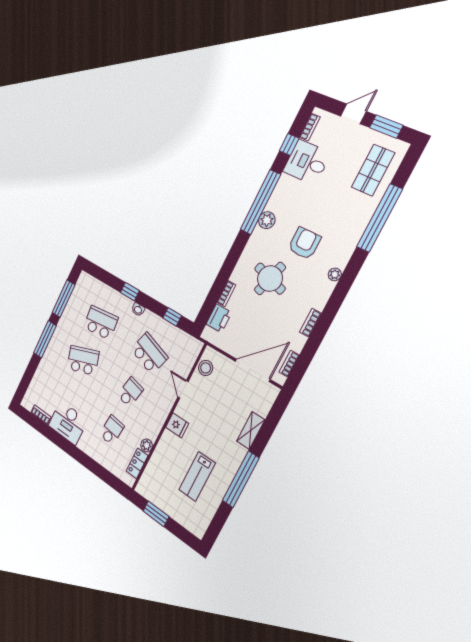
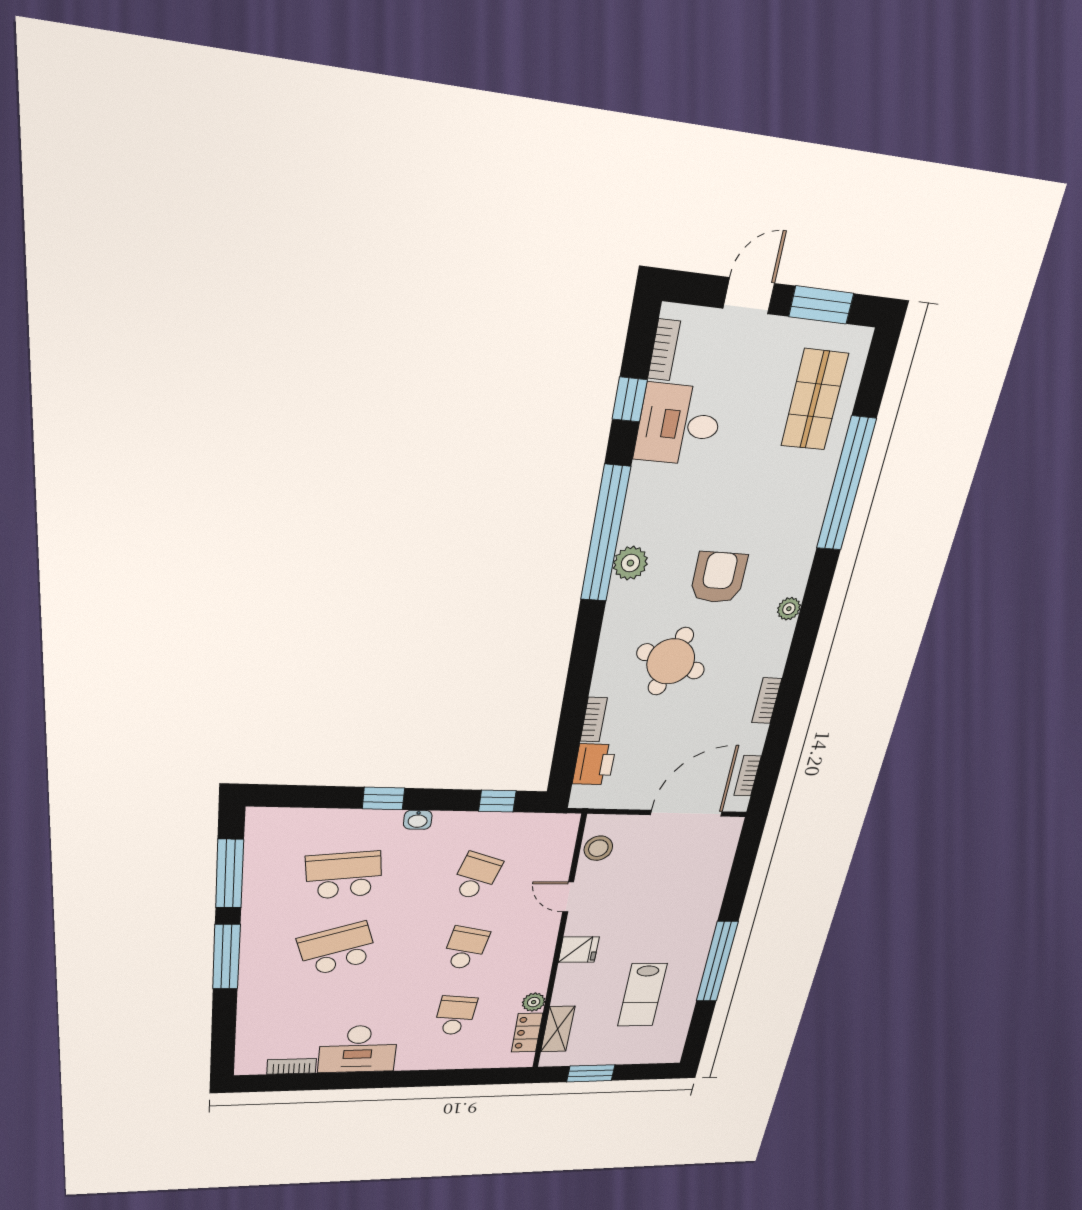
school desk: (149, 353) -> (476, 876), width x0.54
shelving: (251, 430) -> (558, 1029), moved

